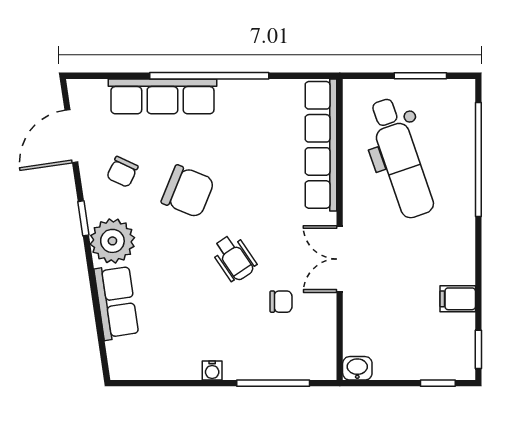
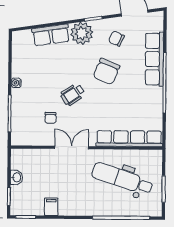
dental chair: (401, 158) -> (122, 179), turned 37
washbasin: (357, 368) -> (16, 177), moved

